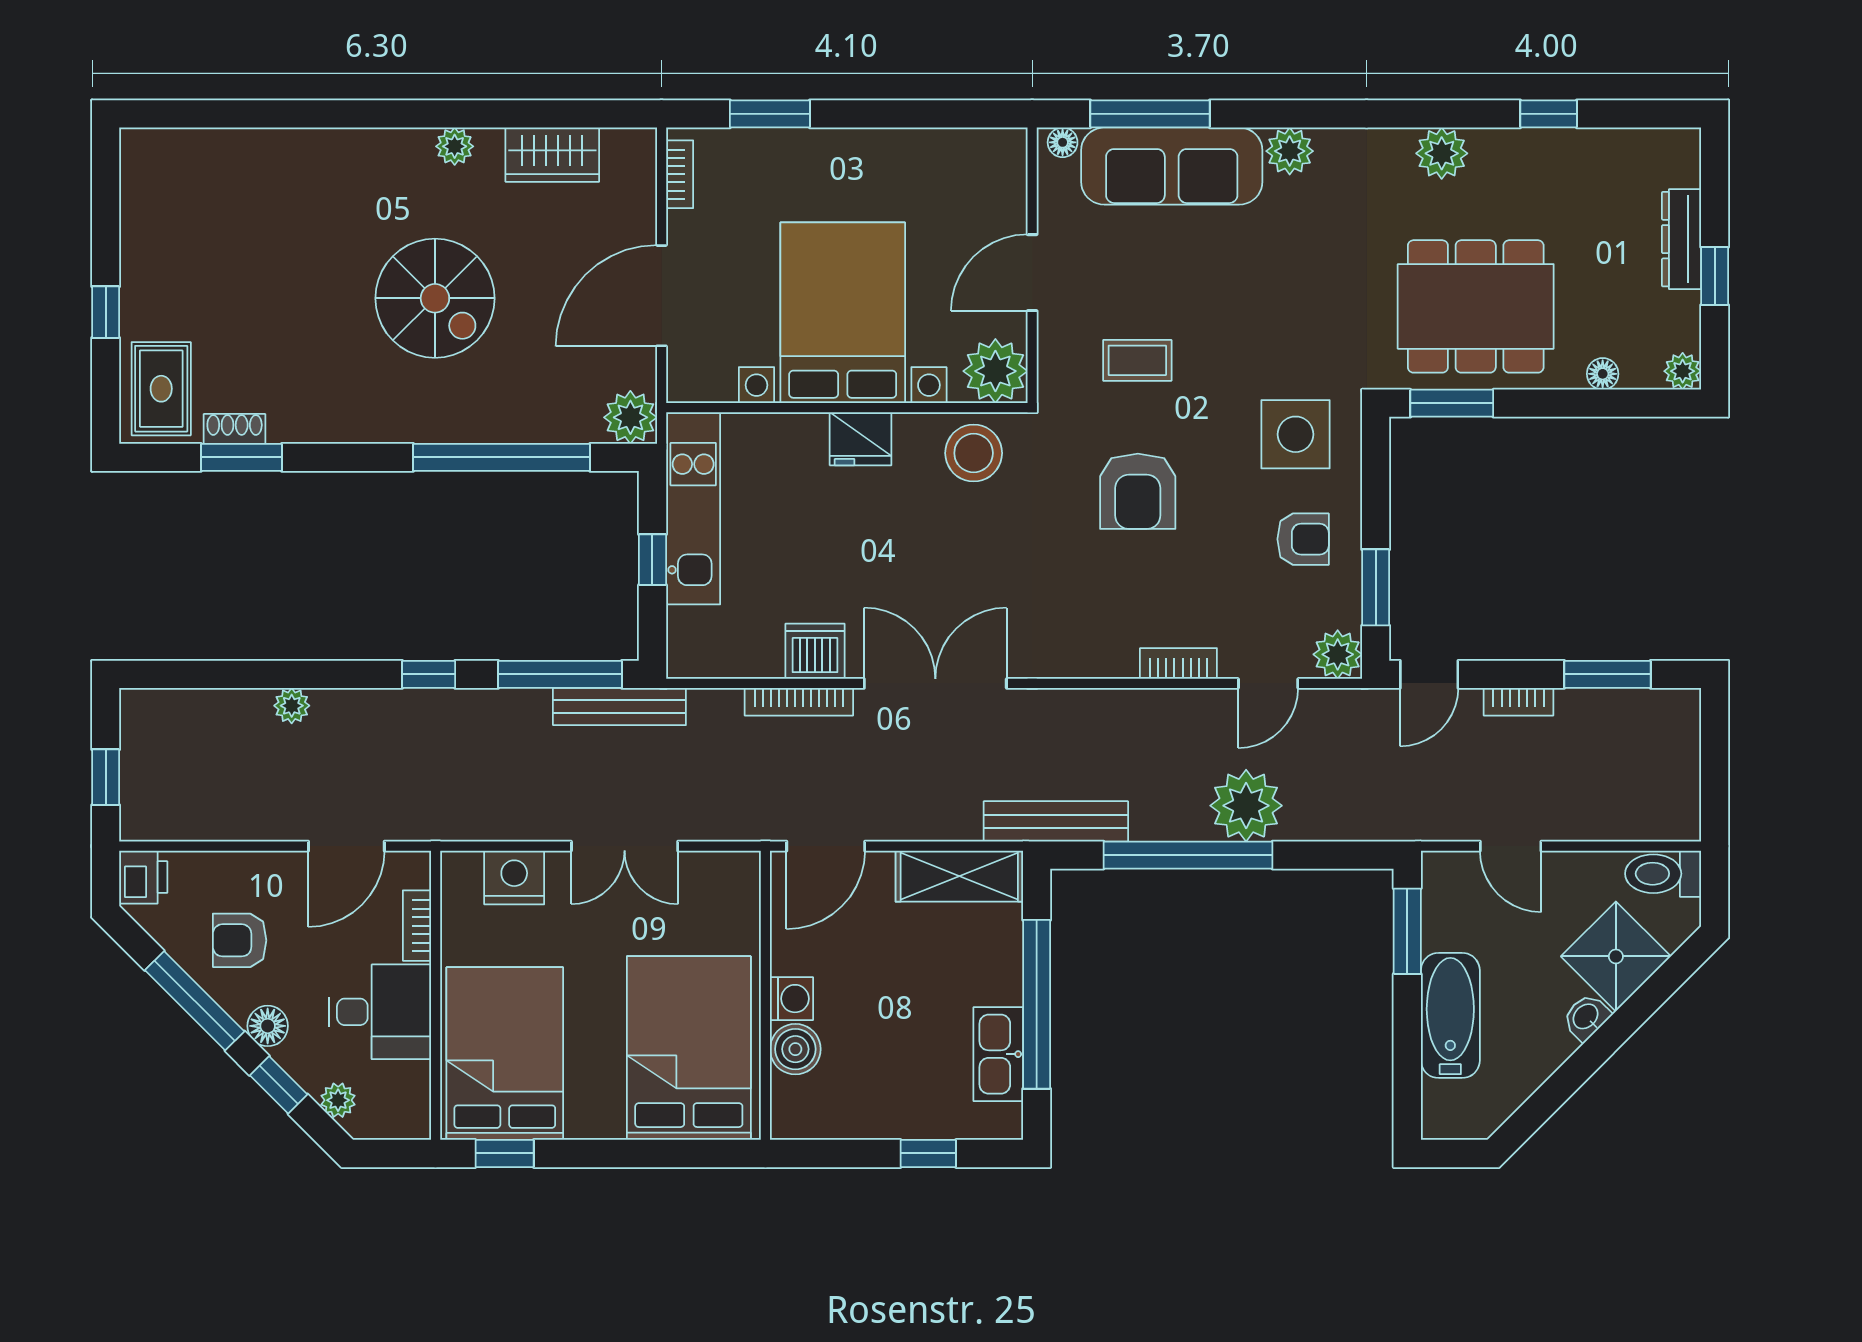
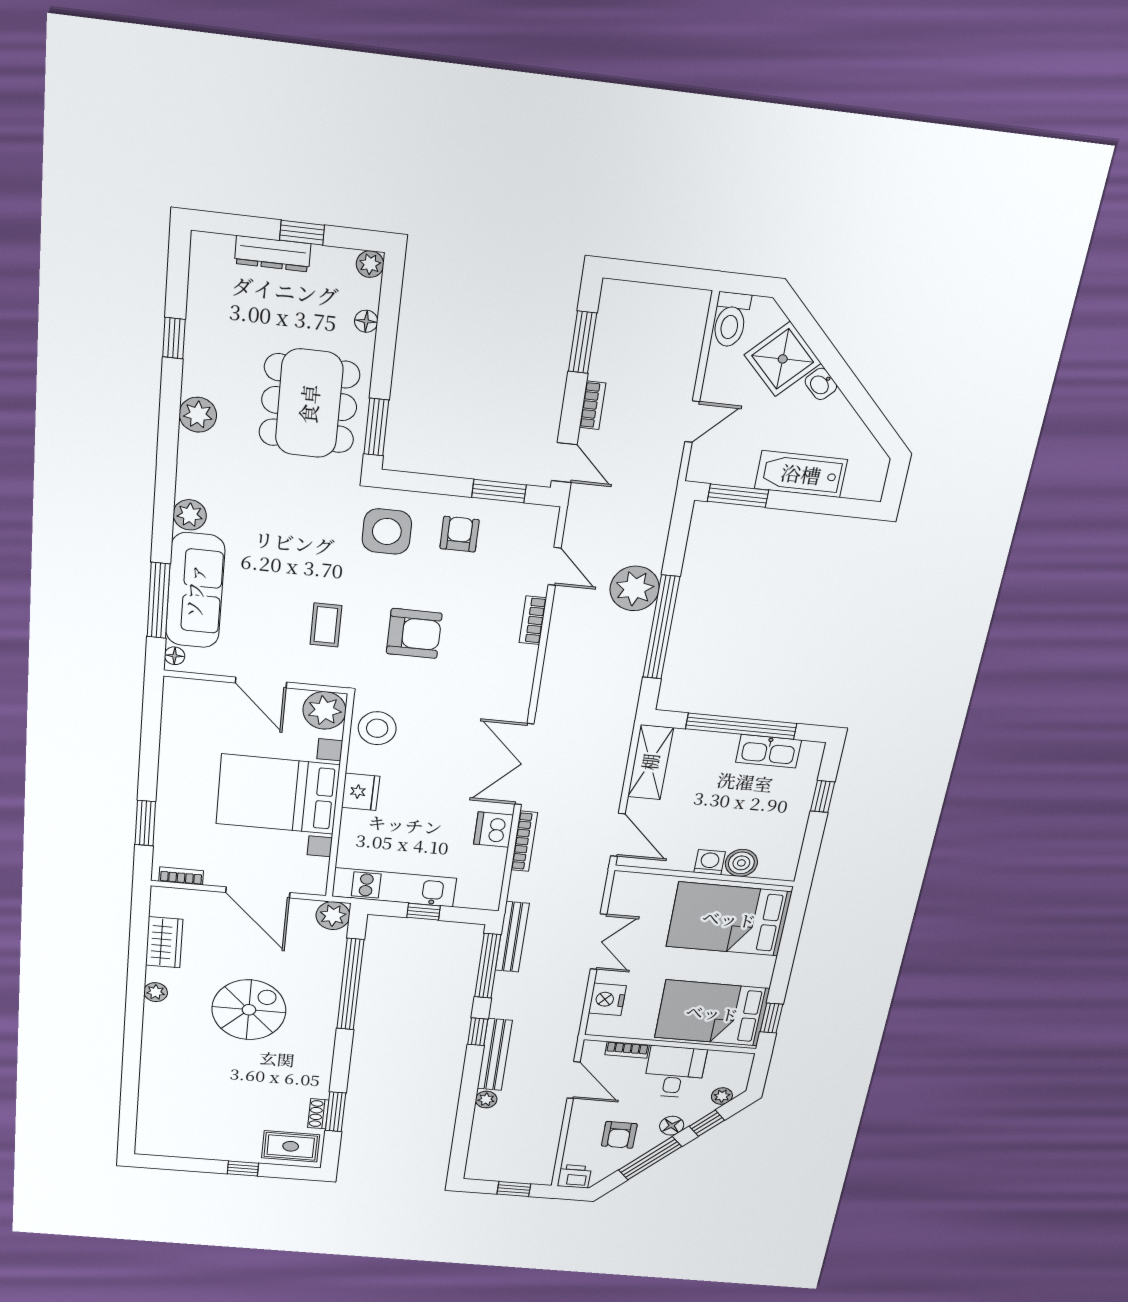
plant: (1338, 654) -> (542, 520), removed
bench: (1056, 821) -> (495, 1055), moved

